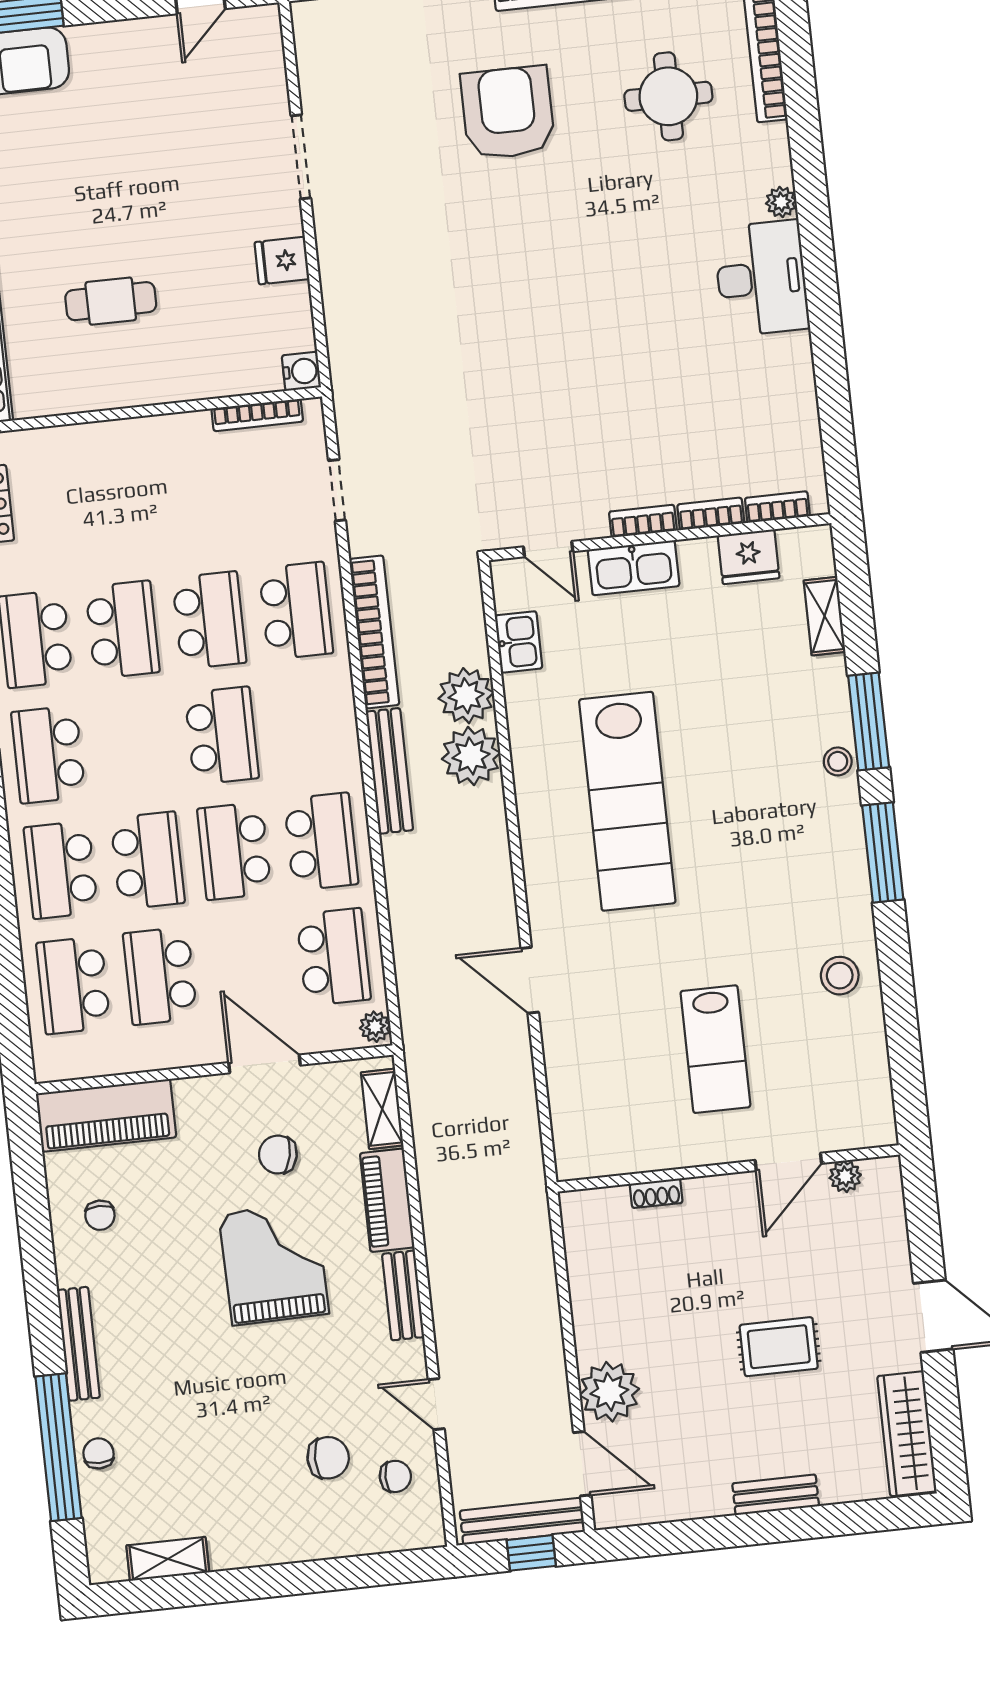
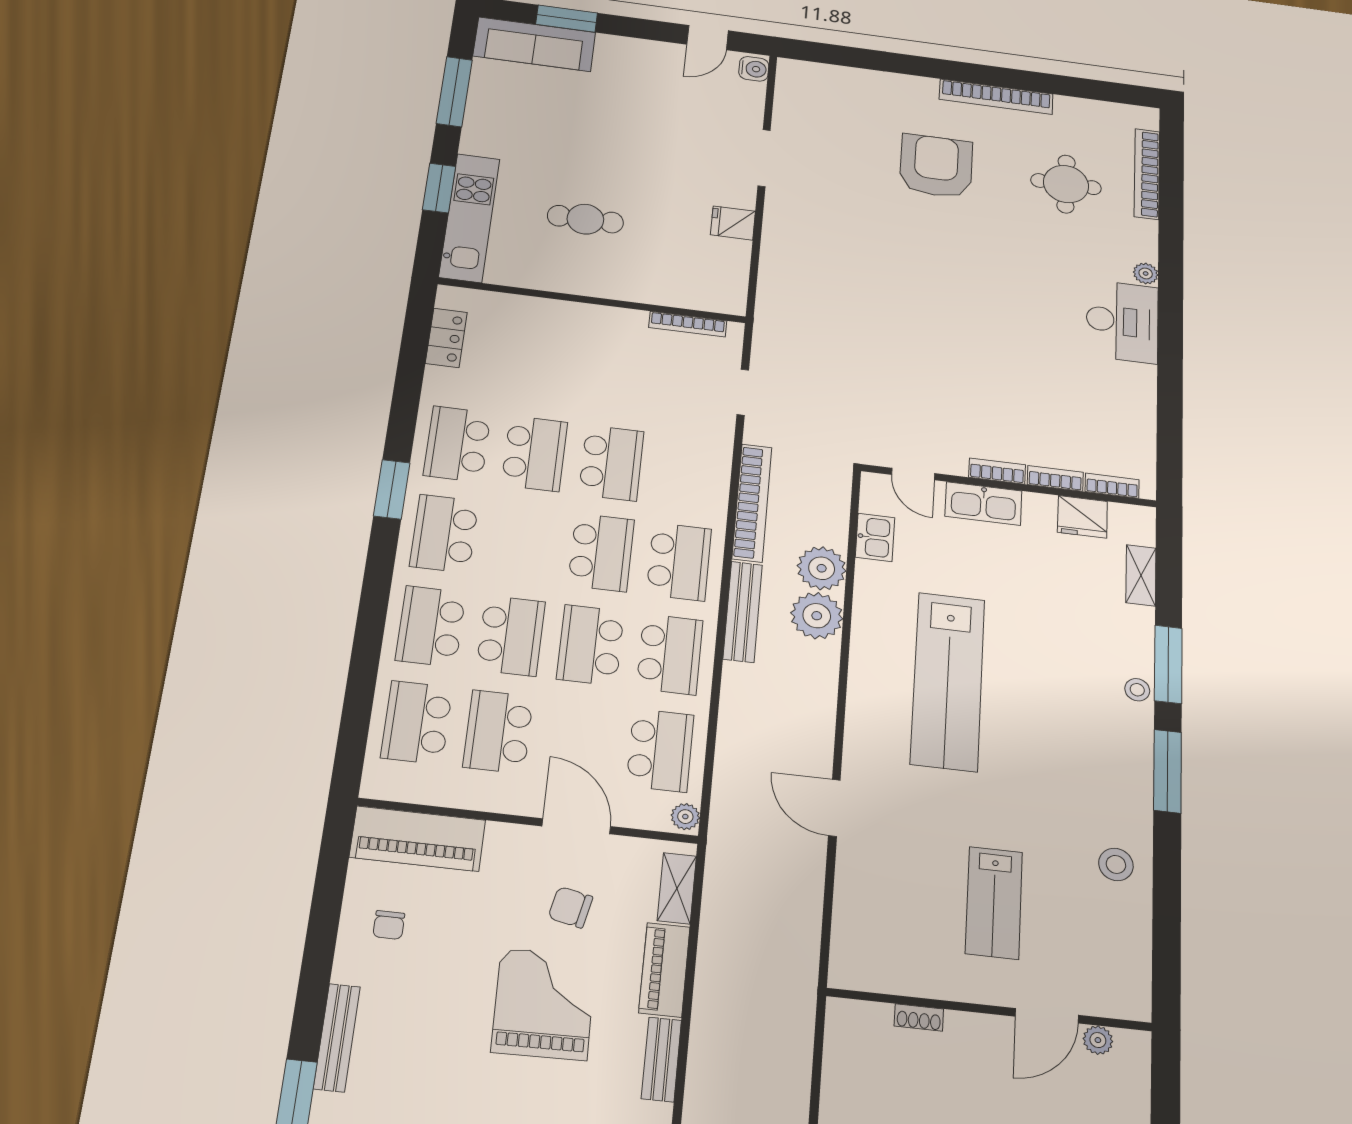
water cooler: (301, 371) -> (754, 69), moved
school desk: (296, 611) -> (679, 562), moved

